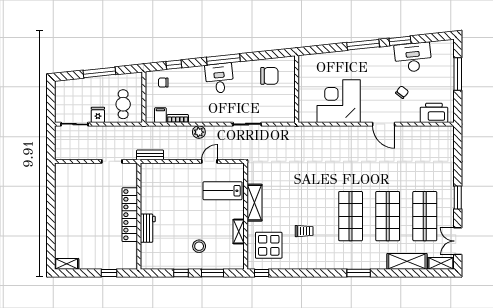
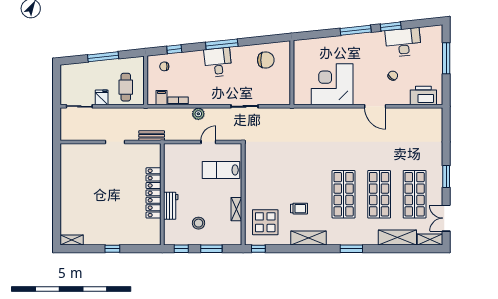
shelving: (255, 203) -> (308, 238), moved, turned 90
locker: (130, 215) -> (153, 193), moved
wall: (139, 216) -> (162, 194), moved
workbench: (148, 228) -> (171, 206), moved

